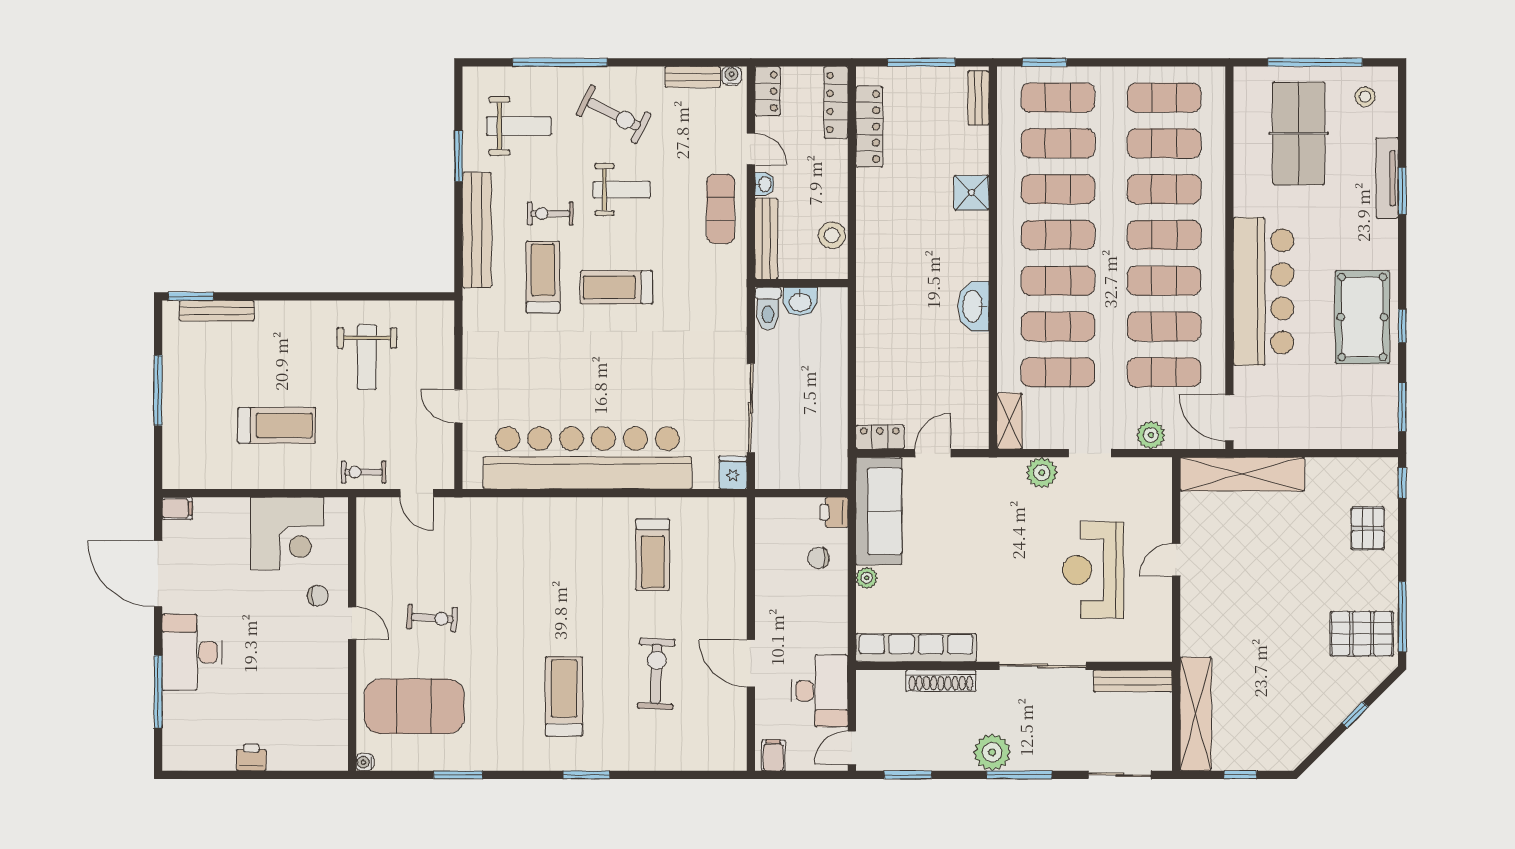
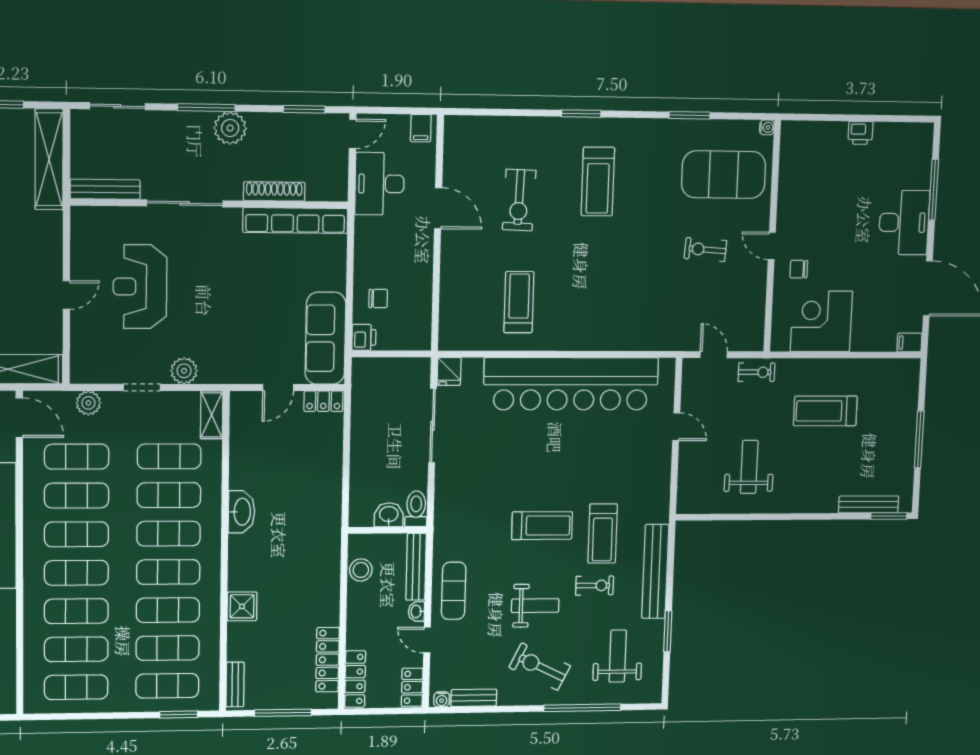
weight bench: (519, 126) -> (618, 656), turned 90
weight bench: (622, 190) -> (535, 606), turned 180
reception desk: (1093, 570) -> (140, 287), turned 180
plant: (867, 578) -> (337, 281), removed

